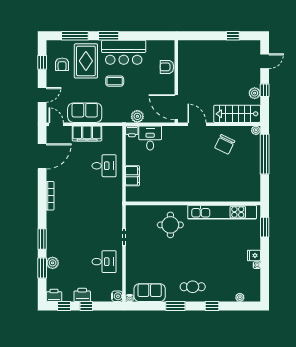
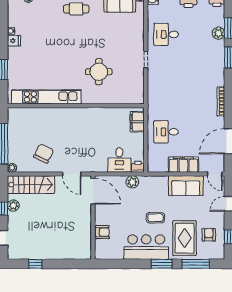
wall: (193, 203) -> (76, 106), moved
kitchen unit: (222, 212) -> (46, 97), moved

